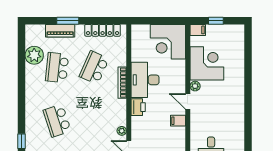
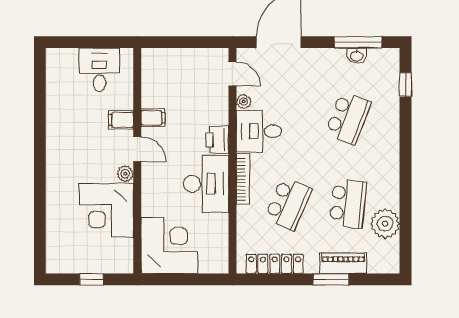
filing cabinet: (198, 30) -> (121, 120), moved
desk: (112, 112) -> (259, 131), added
school desk: (57, 121) -> (348, 118), turned 39

